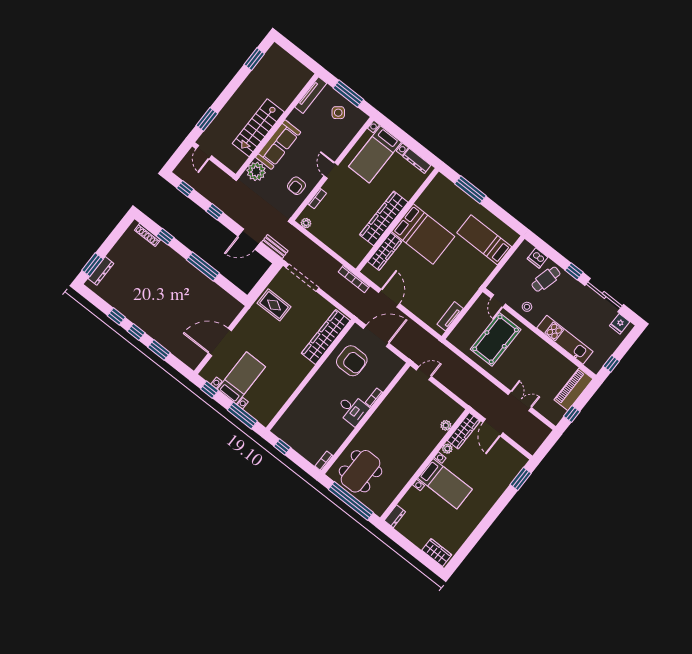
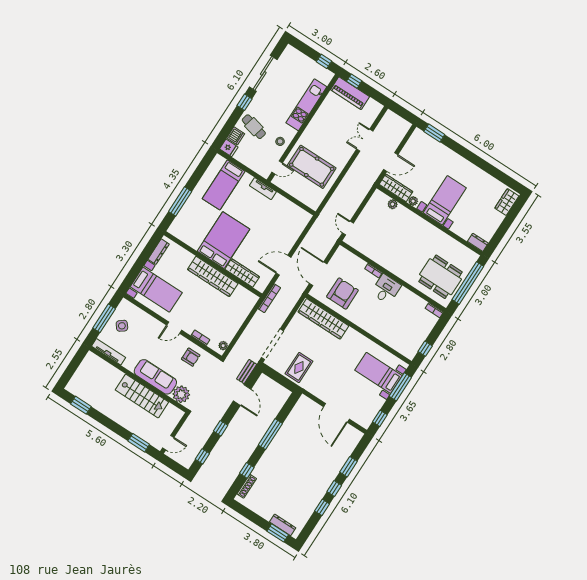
tv unit: (450, 316) -> (263, 189), moved
fridge: (620, 324) -> (229, 148), moved
bed with nightstands: (241, 378) -> (378, 373), moved
window: (572, 414) -> (354, 81), moved

